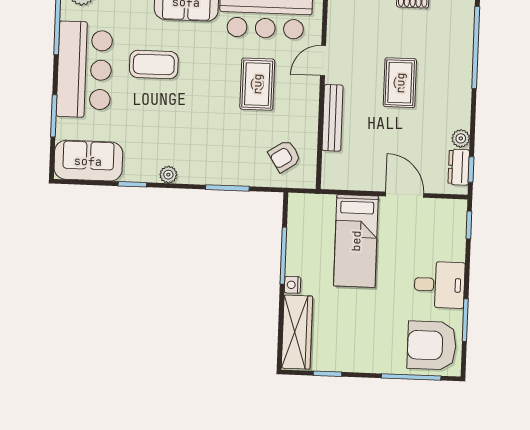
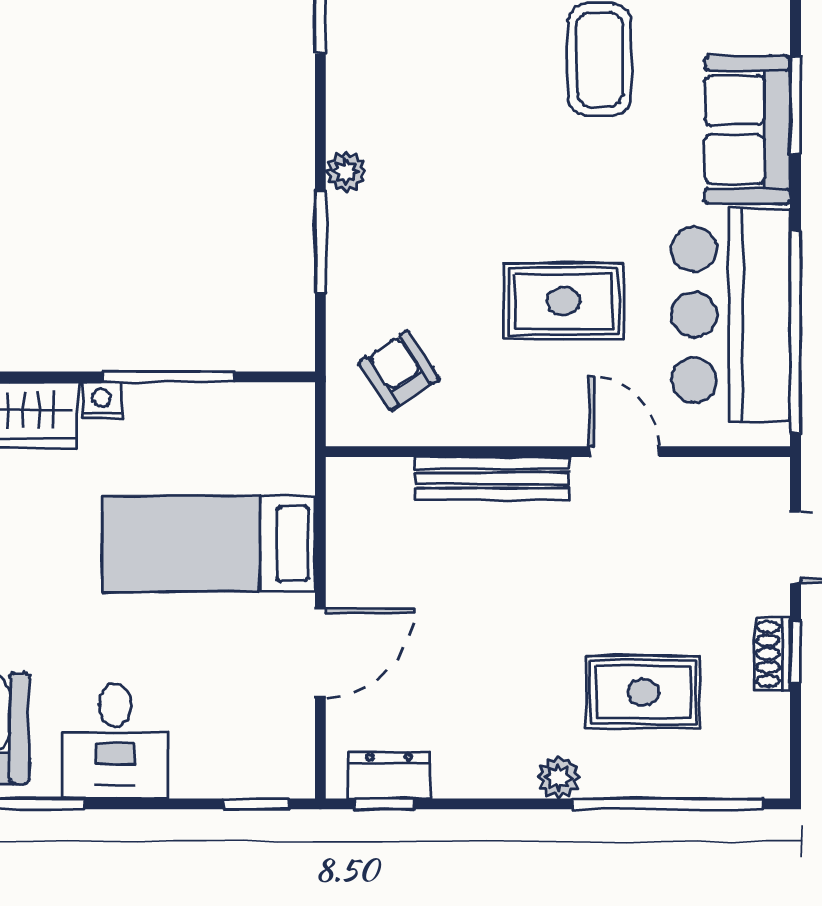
rug: (400, 83) -> (643, 692), moved
plant: (461, 138) -> (558, 777), moved
plant: (168, 175) -> (346, 172), moved

